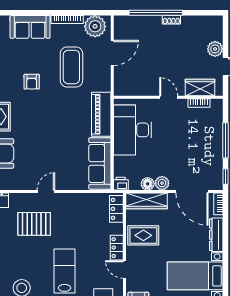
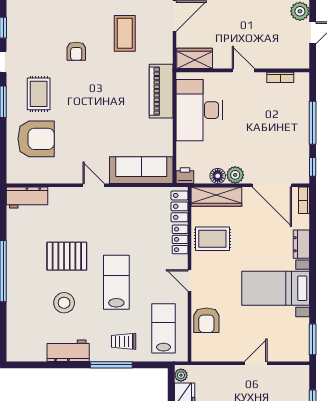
coffee table: (71, 67) -> (125, 33), width x0.73, depth x0.76
wardrobe: (200, 88) -> (195, 58), moved
sofa: (100, 163) -> (141, 170), moved, turned 90
door: (46, 191) -> (94, 185), hinge flipped
pallet: (34, 224) -> (67, 256), moved
dresser: (216, 235) -> (301, 244), width x0.70
locker: (117, 248) -> (180, 239), moved

